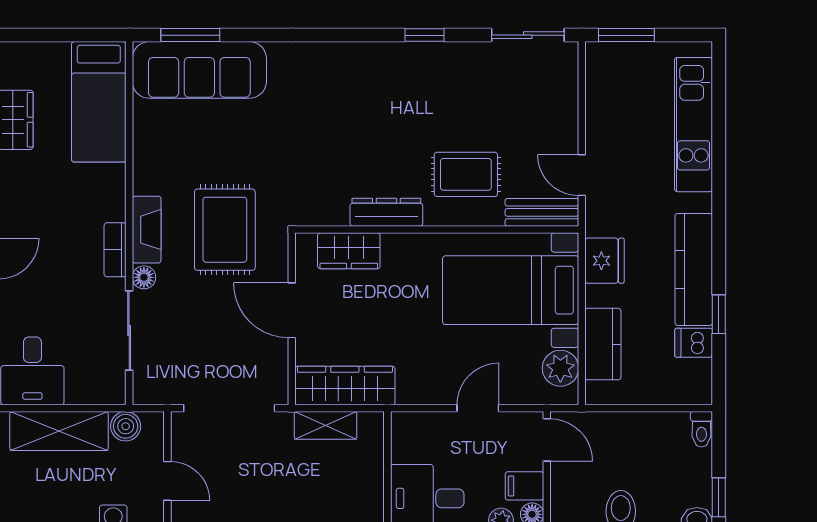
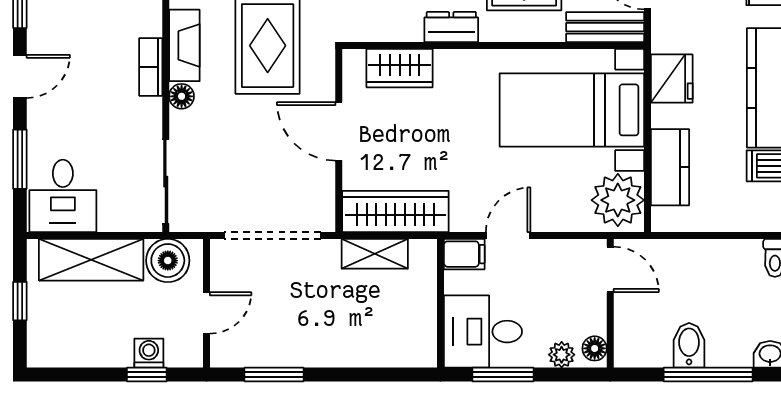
dresser: (386, 212) -> (451, 27), width x0.70
sliding door: (129, 331) -> (166, 182), moved
plant: (560, 368) -> (618, 200), width x1.36, depth x1.36
door: (478, 408) -> (508, 235), moved
boiler: (126, 426) -> (168, 261), width x1.36, depth x1.36
door: (167, 481) -> (206, 313), hinge flipped
filing cabinet: (524, 486) -> (464, 254), moved, turned 180

